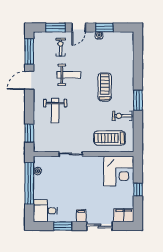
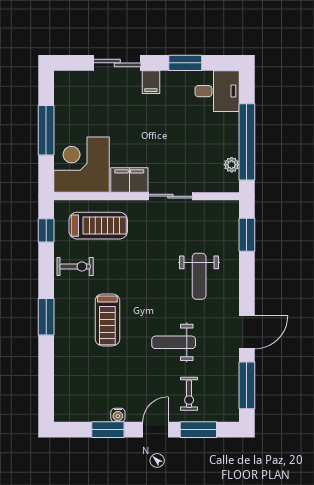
window: (138, 100) -> (46, 317), moved
weight bench: (55, 111) -> (199, 276), turned 180
window: (138, 135) -> (46, 230), added
window: (138, 190) -> (46, 130), width x2.17
filing cabinet: (124, 215) -> (129, 180), moved, turned 180

